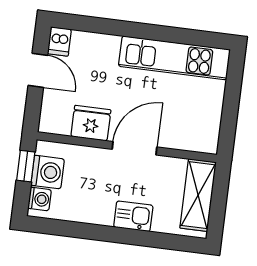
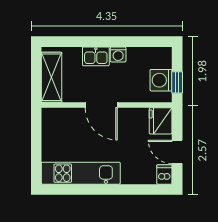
fridge: (91, 123) -> (161, 121), moved, turned 90
door: (134, 148) -> (101, 105), hinge flipped
washing machine: (40, 199) -> (118, 54), moved, turned -90

